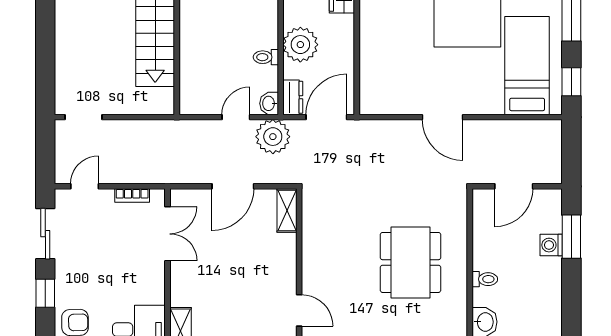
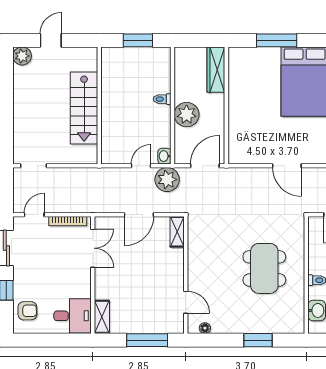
toilet: (266, 57) -> (162, 99), moved
dresser: (293, 97) -> (181, 152), removed
bookcase: (132, 195) -> (68, 221), width x1.56

